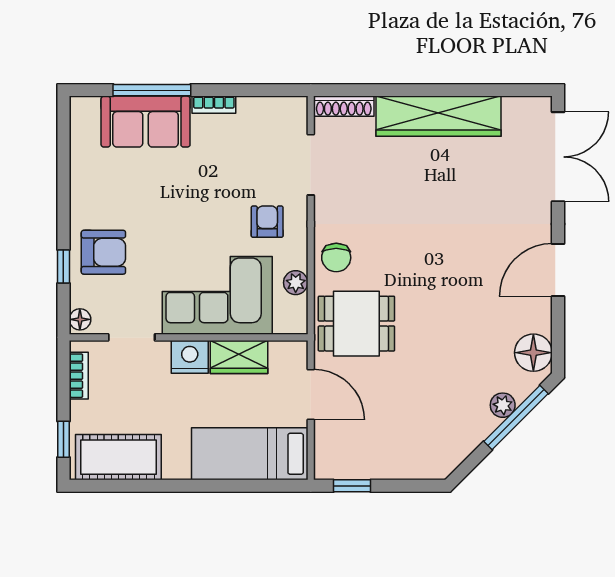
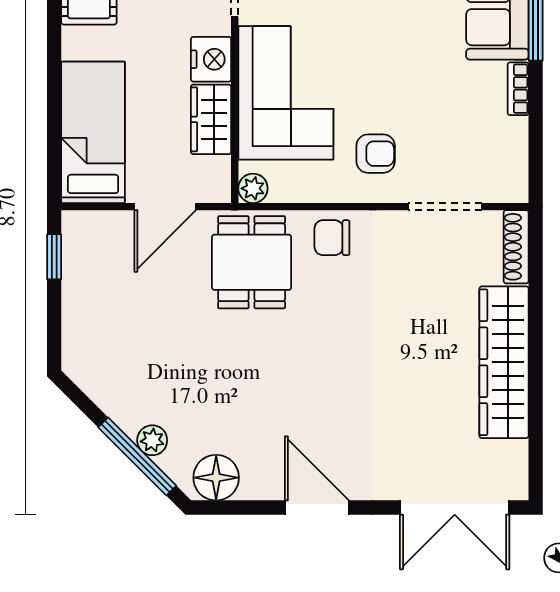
plant: (296, 283) -> (253, 188), moved

